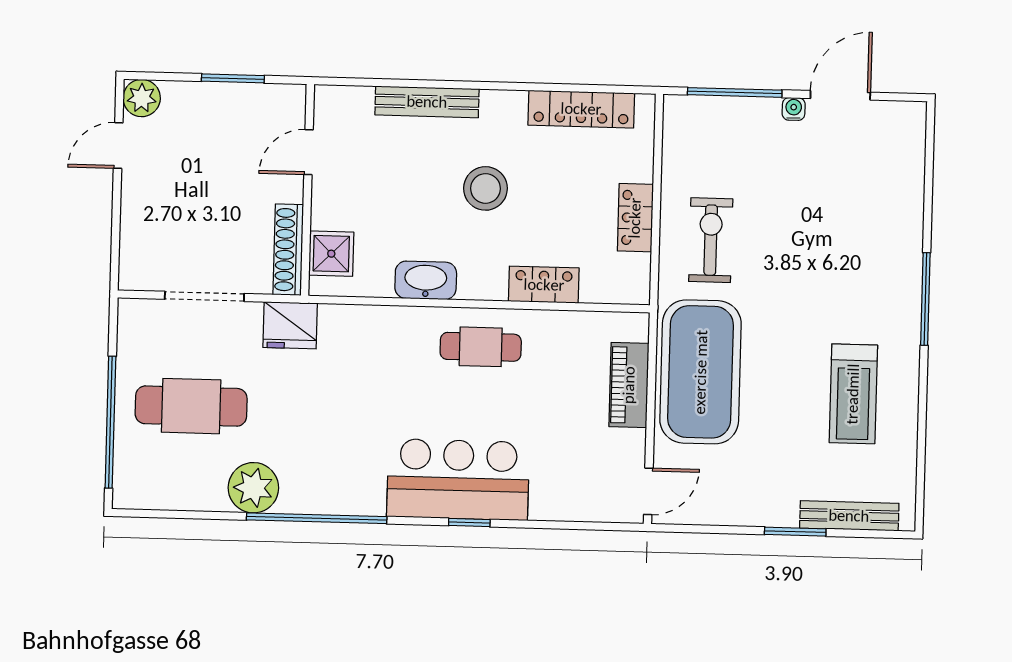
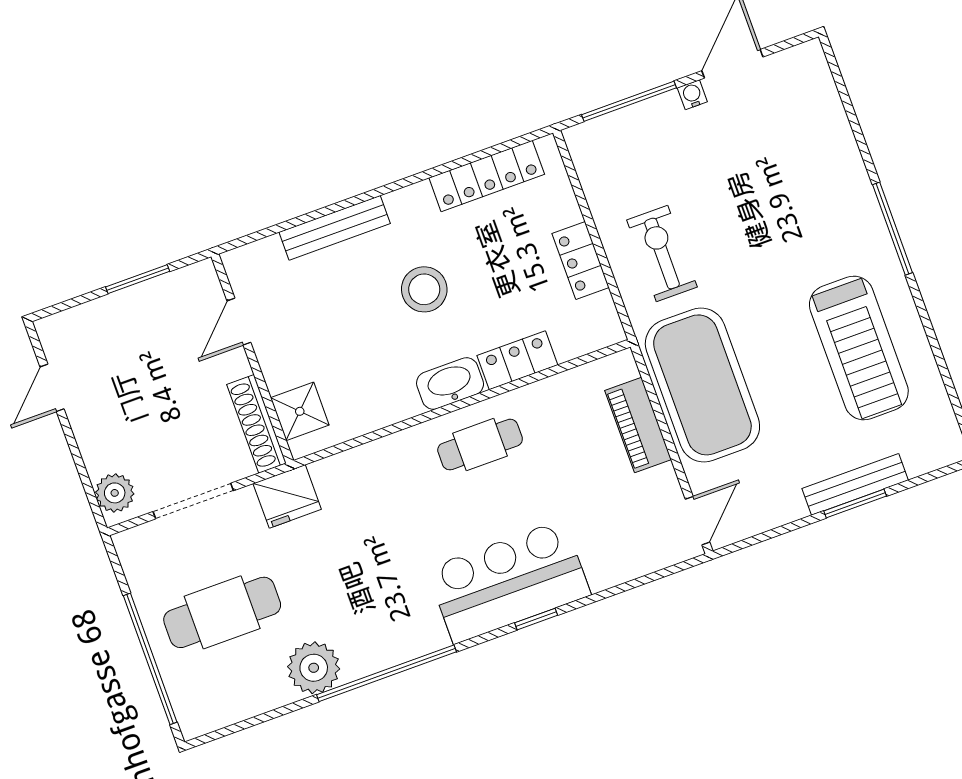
plant: (142, 98) -> (115, 493), moved
washbasin: (426, 280) -> (450, 383), moved
treadmill: (853, 394) -> (859, 348), width x1.37, depth x1.38
bench: (849, 516) -> (855, 484), moved

